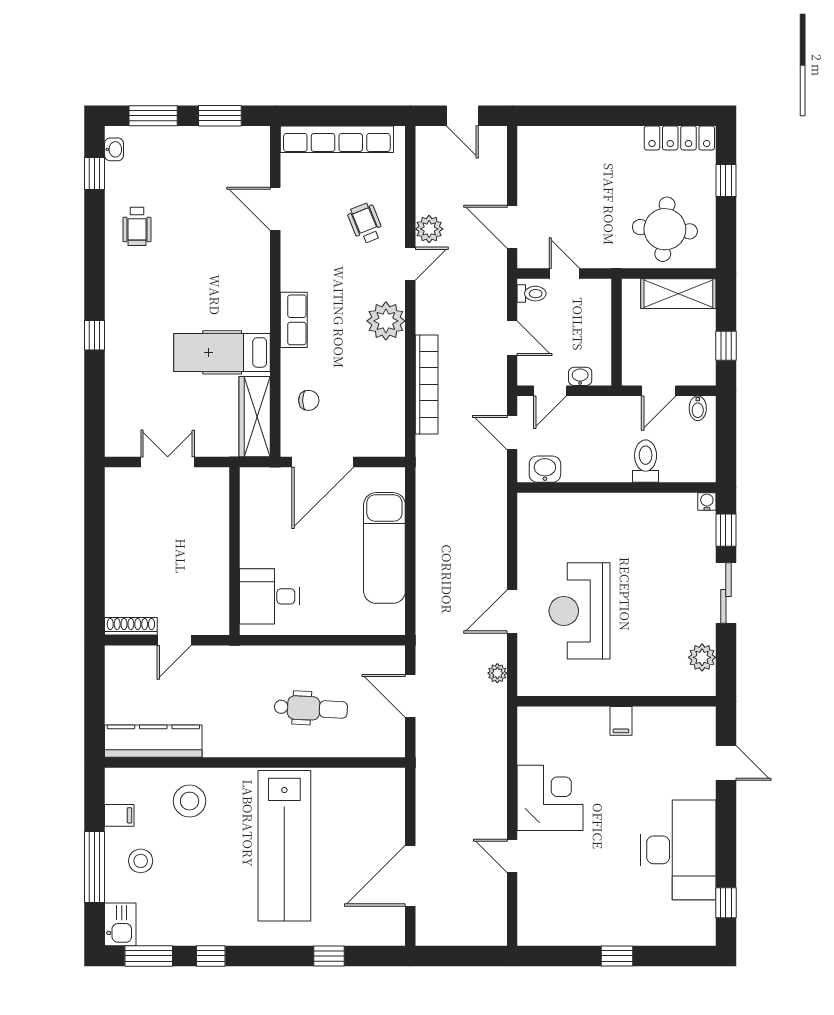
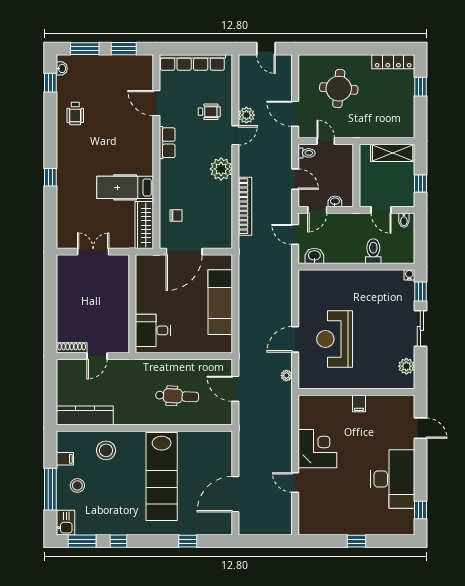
wheelchair: (365, 223) -> (209, 112), turned 112
round table: (665, 229) -> (339, 89), moved
row of seats: (294, 320) -> (167, 143), moved
door: (659, 391) -> (381, 210), hinge flipped

